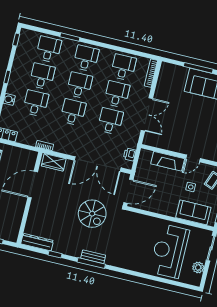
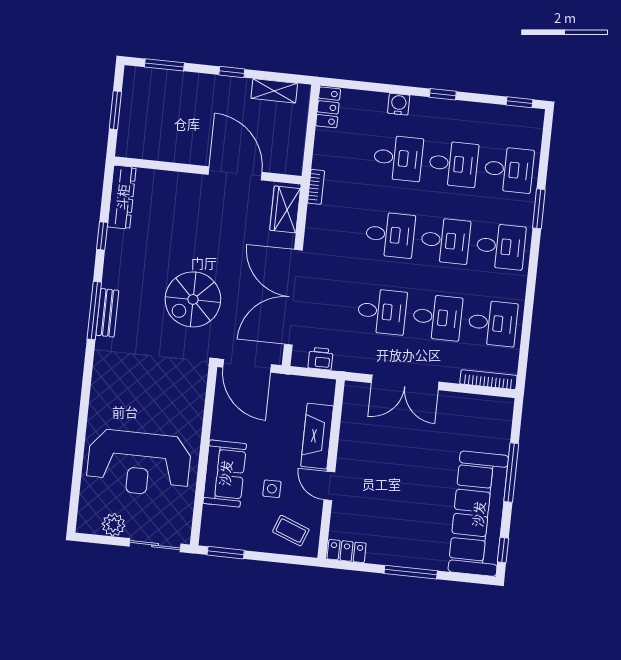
sofa: (193, 212) -> (225, 473), moved
reception desk: (169, 251) -> (139, 463), turned 180

